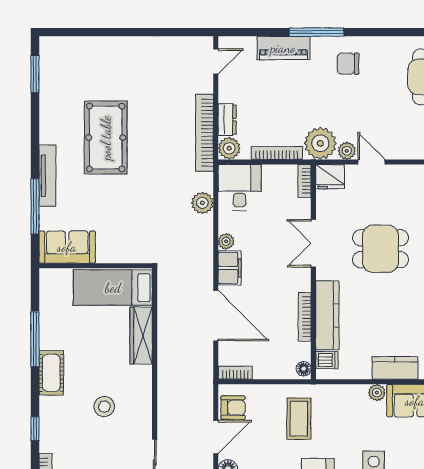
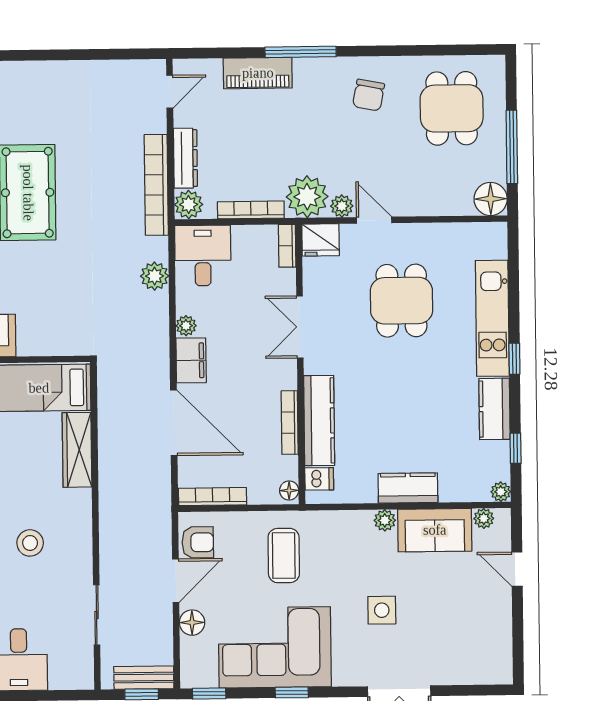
chair: (348, 64) -> (369, 95), moved, turned -79
dresser: (227, 120) -> (185, 158), width x1.44
dining table: (380, 249) -> (401, 301), moved, turned 90
bookcase: (235, 373) -> (212, 497), width x1.56

